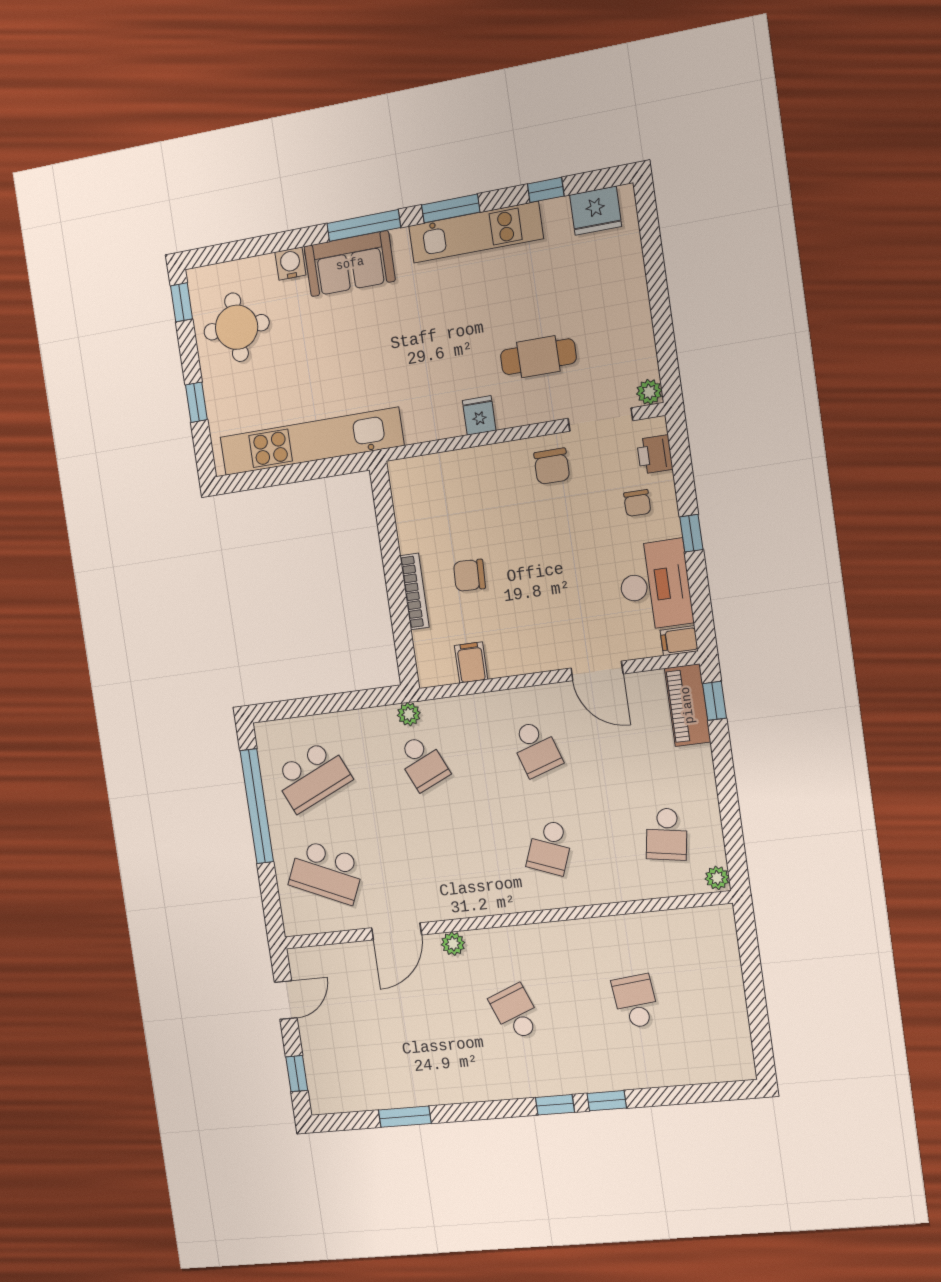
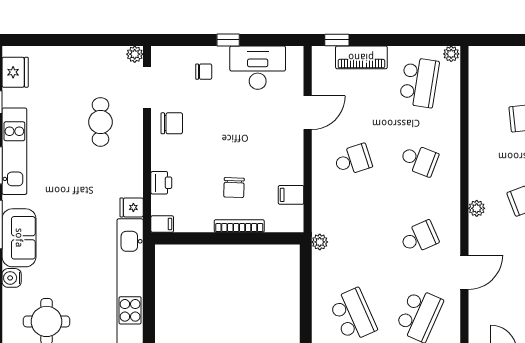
fridge: (479, 415) -> (132, 207), moved
printer: (655, 454) -> (161, 183), moved, turned -90
filing cabinet: (679, 641) -> (162, 224), moved, turned -90
piano: (688, 705) -> (361, 57), moved
school desk: (422, 762) -> (419, 237), moved
school desk: (667, 834) -> (419, 82), width x1.85
door: (397, 931) -> (464, 272), hinge flipped
plant: (453, 944) -> (477, 208), moved

